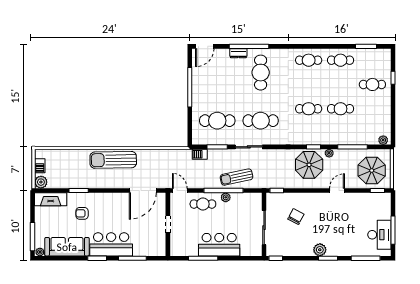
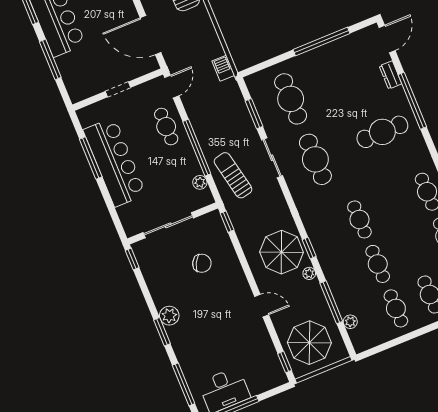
door: (205, 46) -> (387, 39), swing flipped
dresser: (238, 53) -> (390, 75), moved
cafe table: (372, 109) -> (396, 308), added
plant: (383, 140) -> (350, 322), moved
barbecue: (200, 154) -> (223, 68), moved
sun lounger: (236, 177) -> (233, 175), moved
plant: (226, 197) -> (200, 182), moved
bar counter: (219, 245) -> (115, 162), width x1.36

